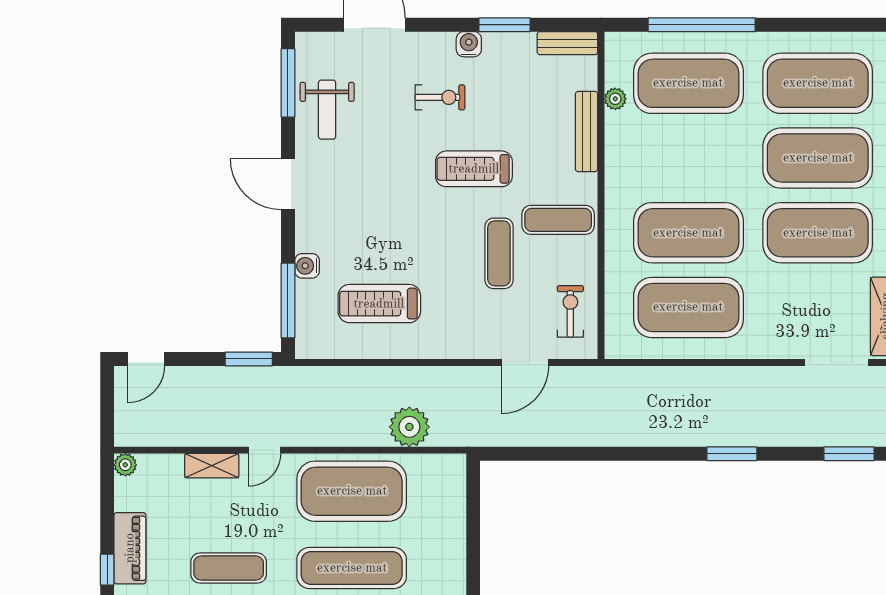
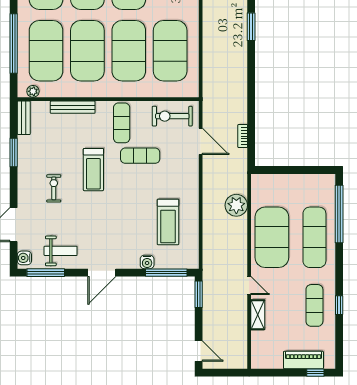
water cooler: (469, 44) -> (24, 258), moved
plant: (615, 99) -> (33, 91), moved
exercise mat: (688, 158) -> (87, 51), added
exercise bike: (570, 311) -> (172, 116), width x1.38, depth x1.39
bookcase: (534, 438) -> (243, 136), added
plant: (125, 465) -> (257, 363), removed

